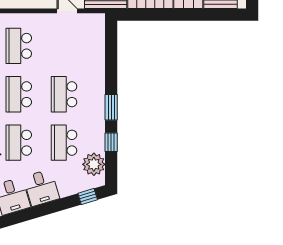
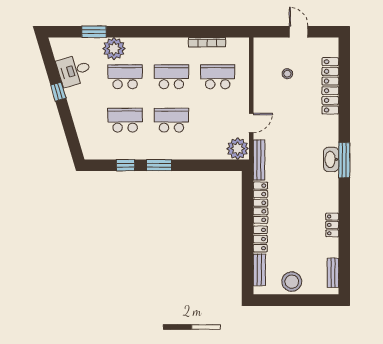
plant: (94, 164) -> (238, 149), moved
desk: (41, 188) -> (82, 98), removed
window: (88, 196) -> (58, 92), moved

